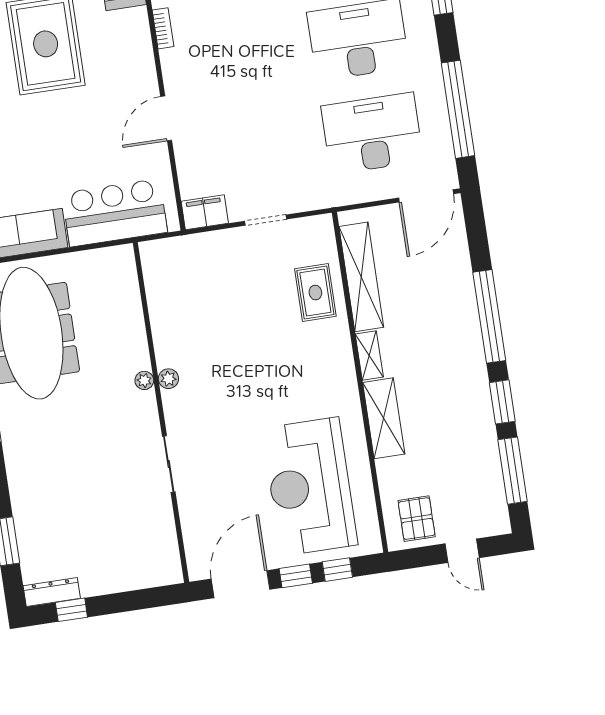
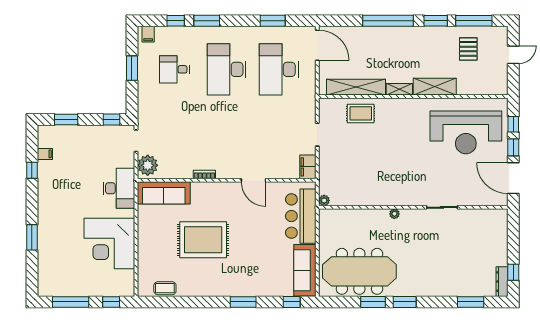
window: (458, 109) -> (273, 21), width x0.47
plant: (168, 379) -> (324, 200), moved
pallet: (417, 519) -> (468, 49), moved, turned 90

